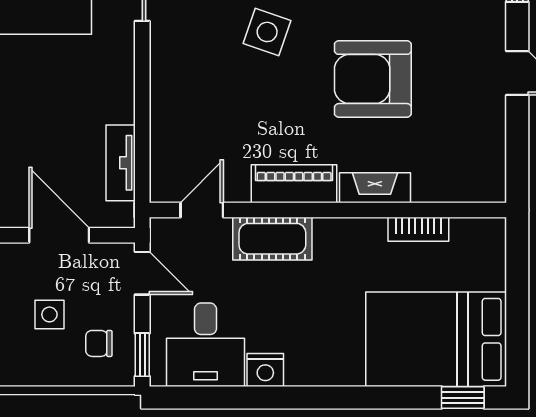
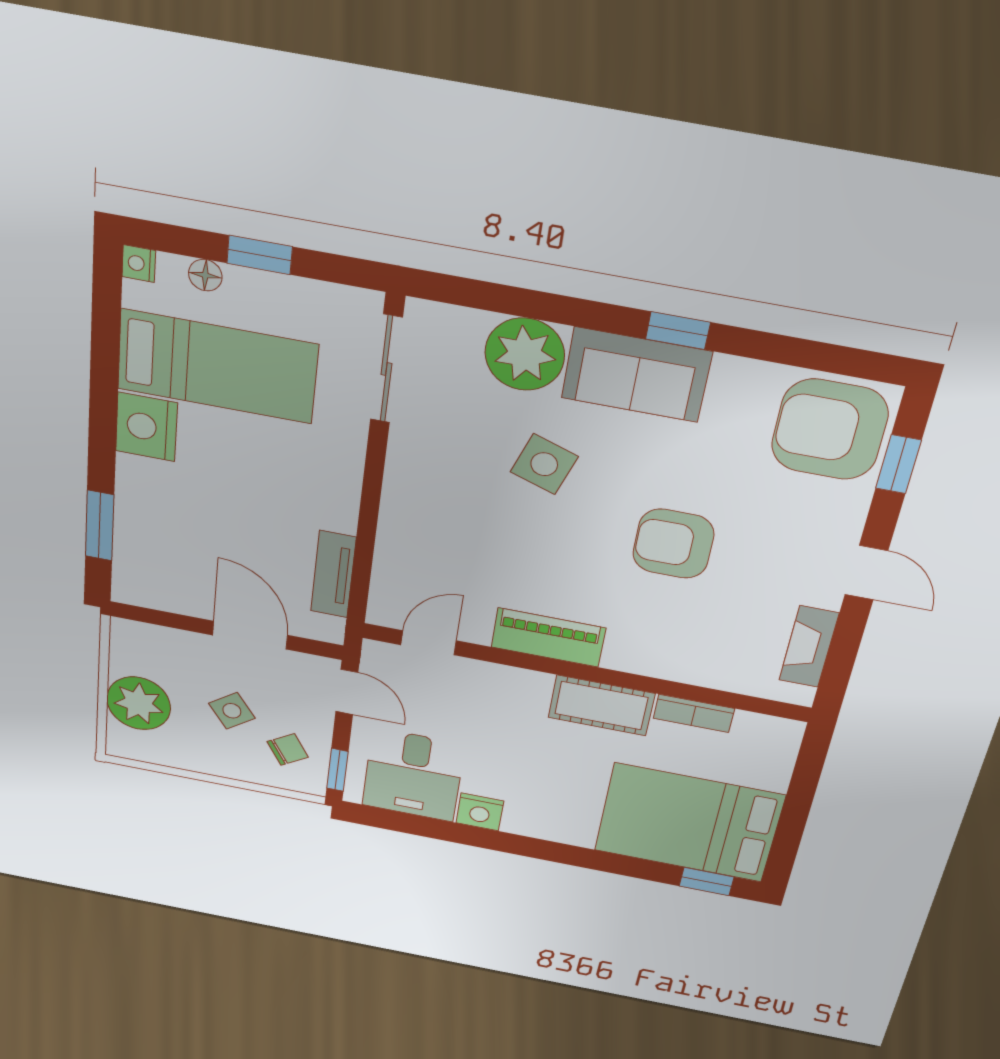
armchair: (373, 79) -> (673, 544), width x0.73, depth x0.73
fireplace: (375, 188) -> (809, 647), moved, turned -90
cot: (272, 239) -> (601, 706), moved
side table: (49, 314) -> (232, 711), turned -36
chair: (99, 343) -> (288, 749), turned 148

